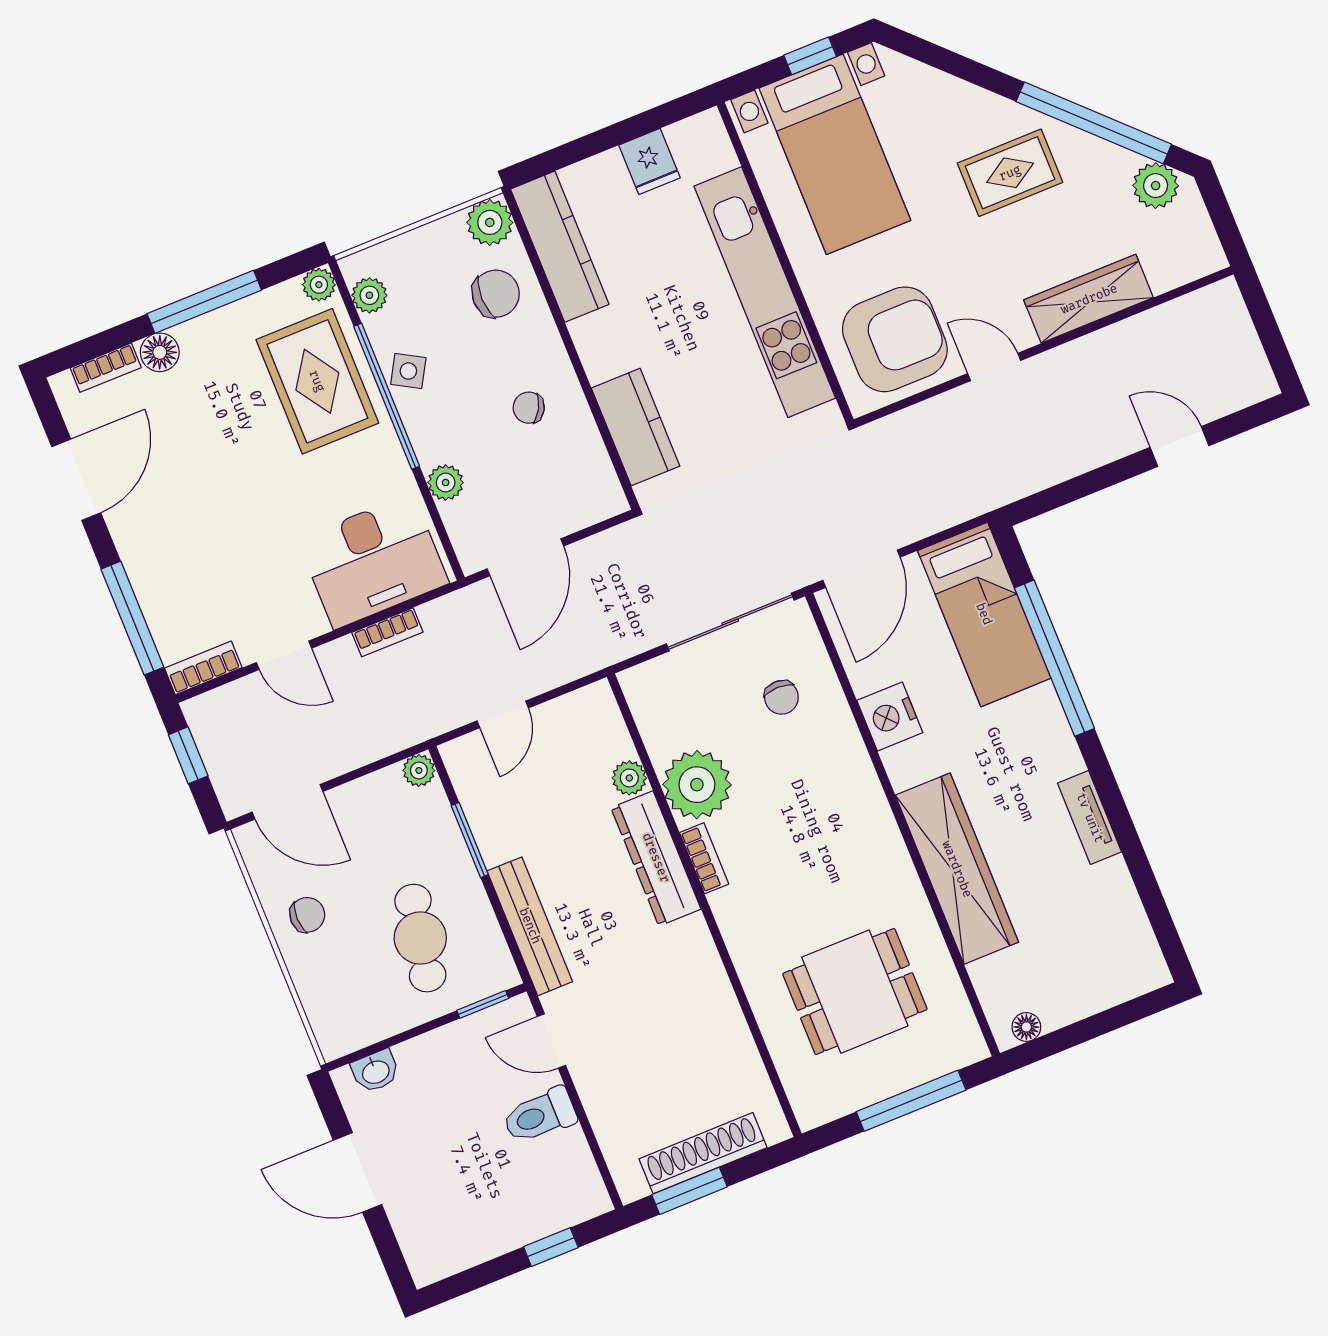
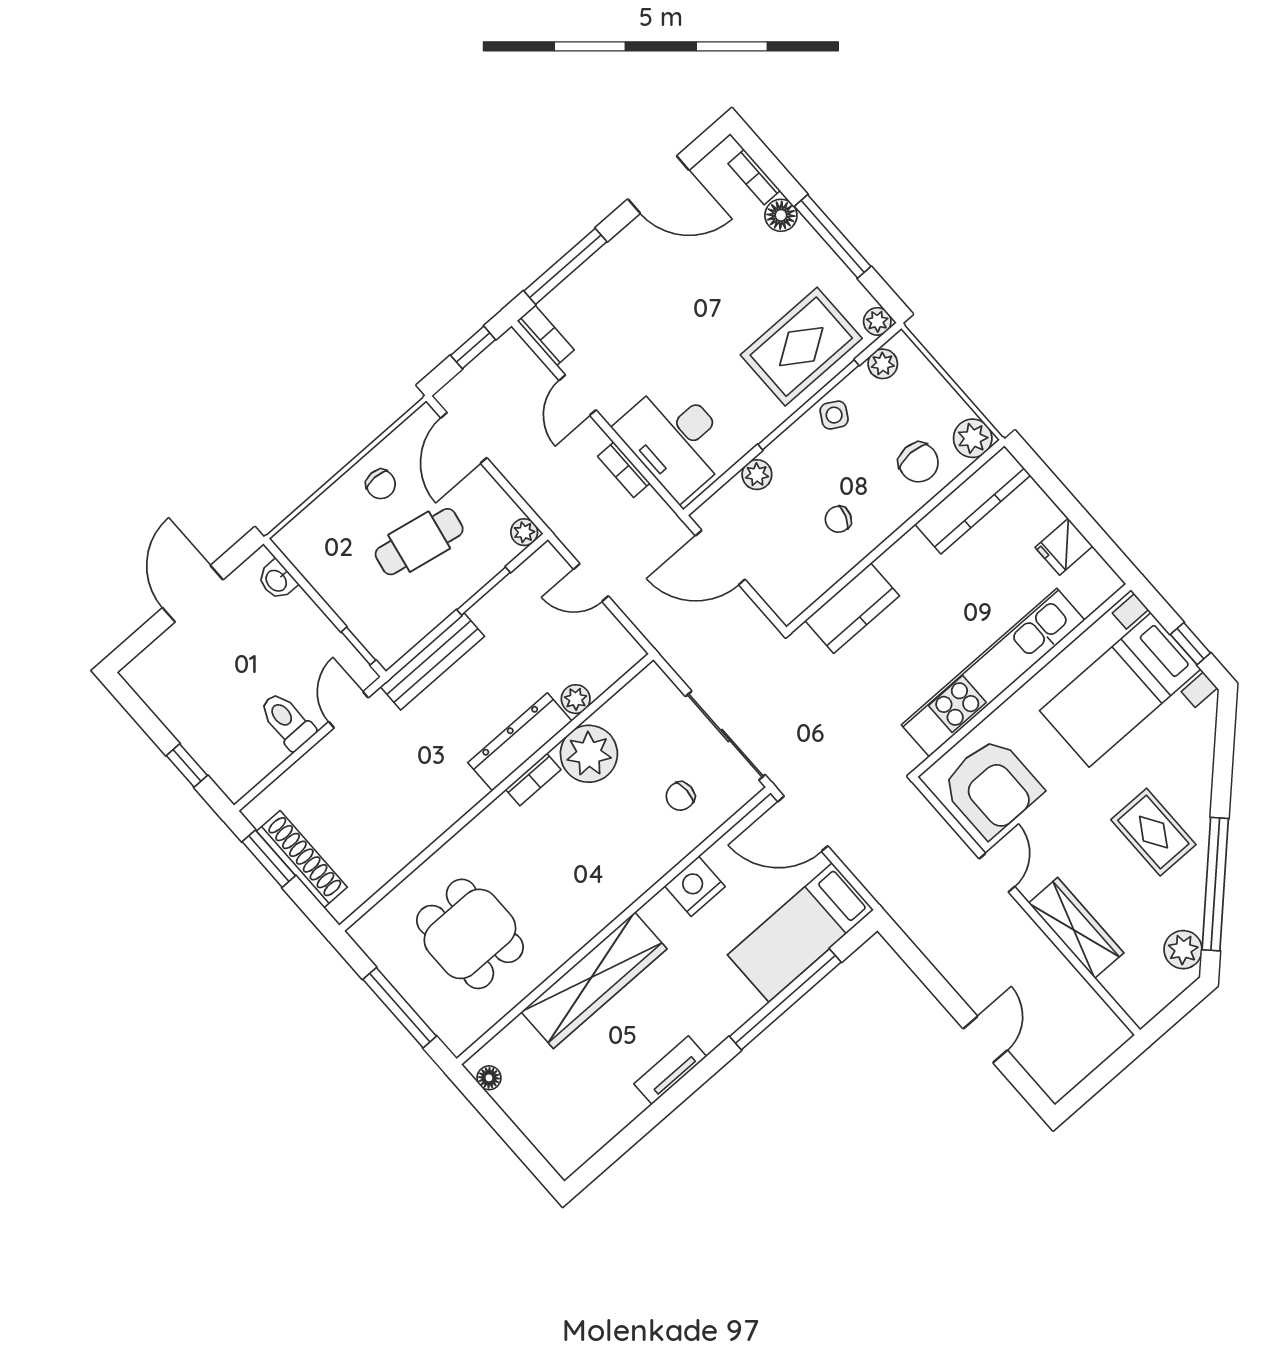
chair: (529, 408) -> (838, 519), turned -98
cafe table: (420, 938) -> (419, 542), moved

